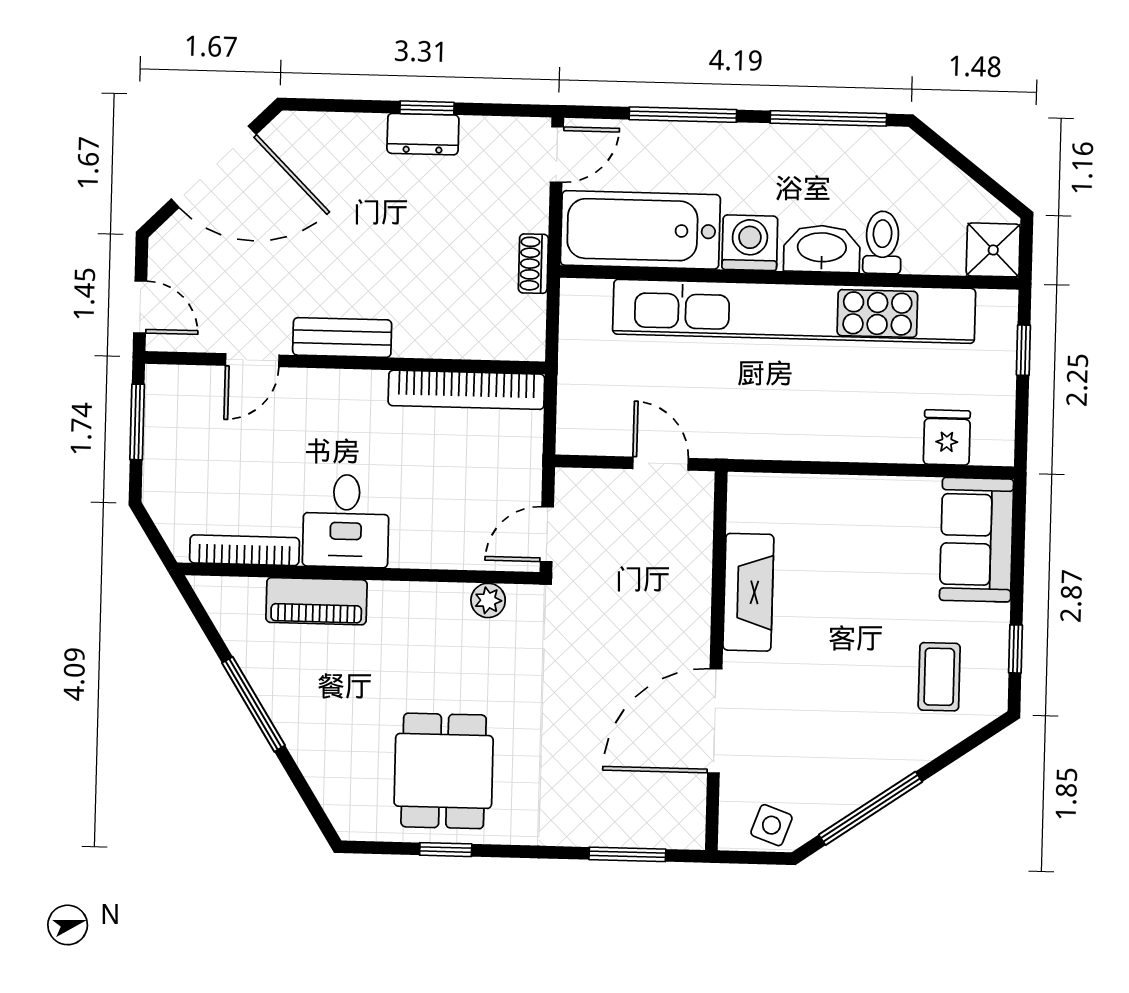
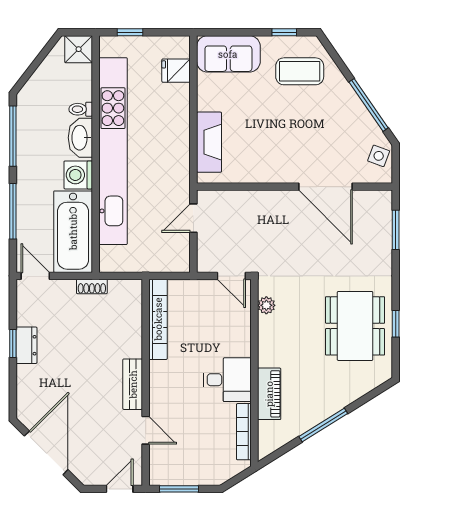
toilet: (882, 242) -> (81, 109), width x0.73, depth x0.72
fireplace: (748, 592) -> (209, 142), moved, turned 90
coffee table: (939, 677) -> (300, 71), width x1.36, depth x1.30
dining table: (444, 771) -> (355, 326), width x1.37

